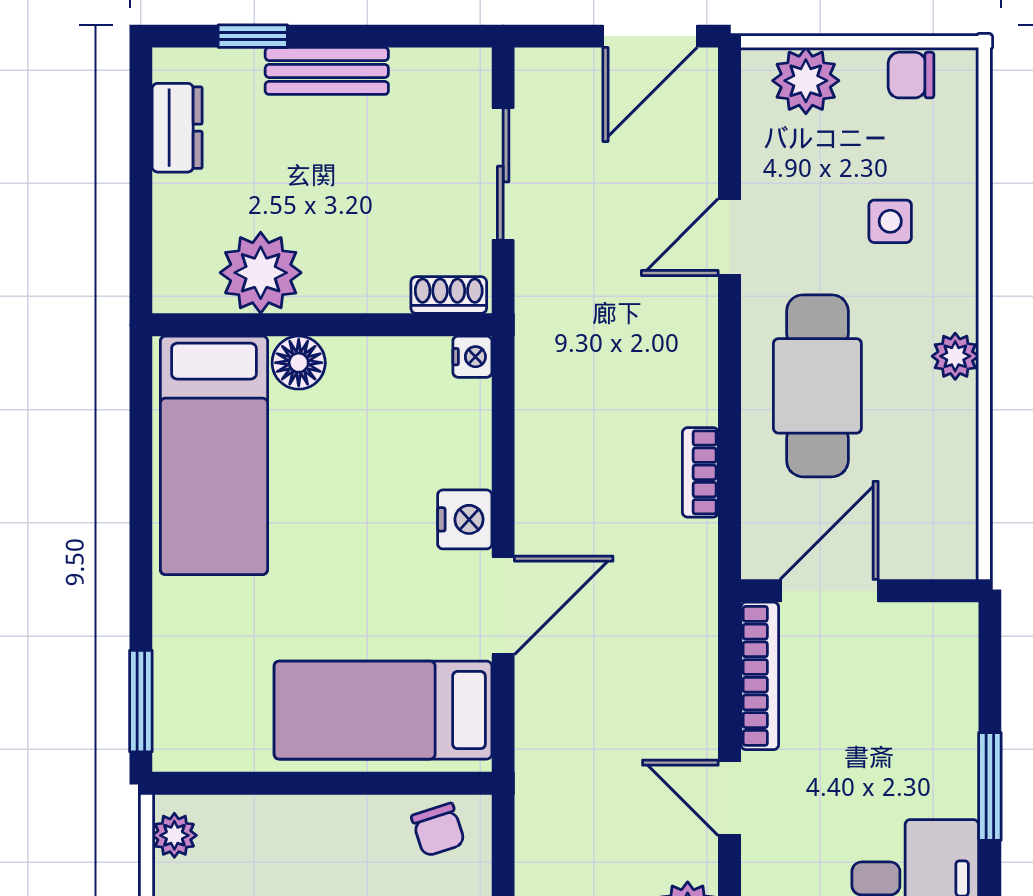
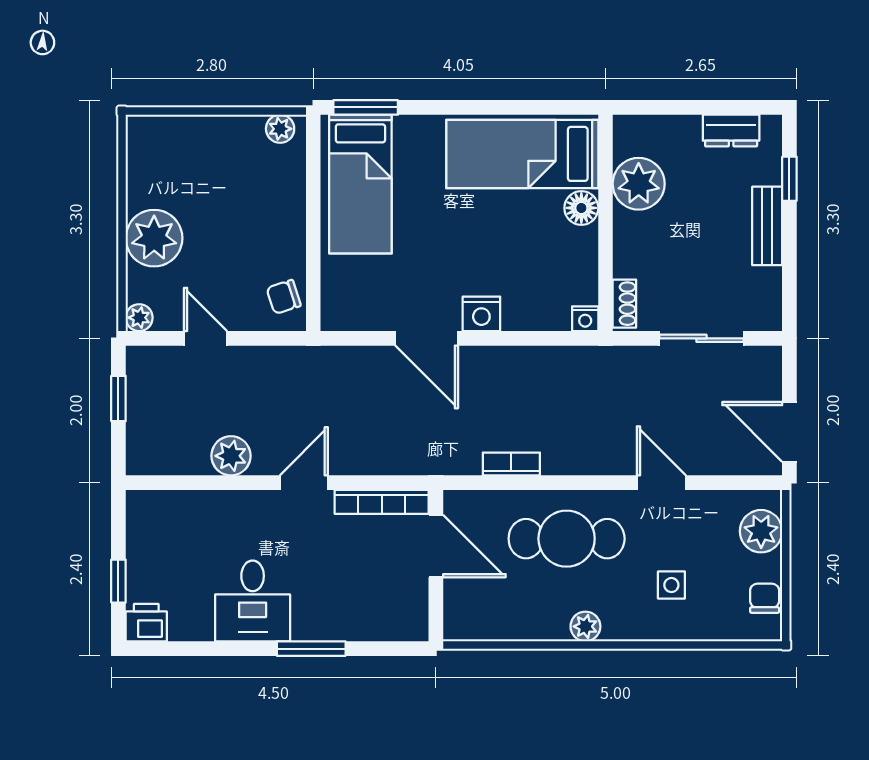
bed: (383, 710) -> (360, 184), moved, turned 180

